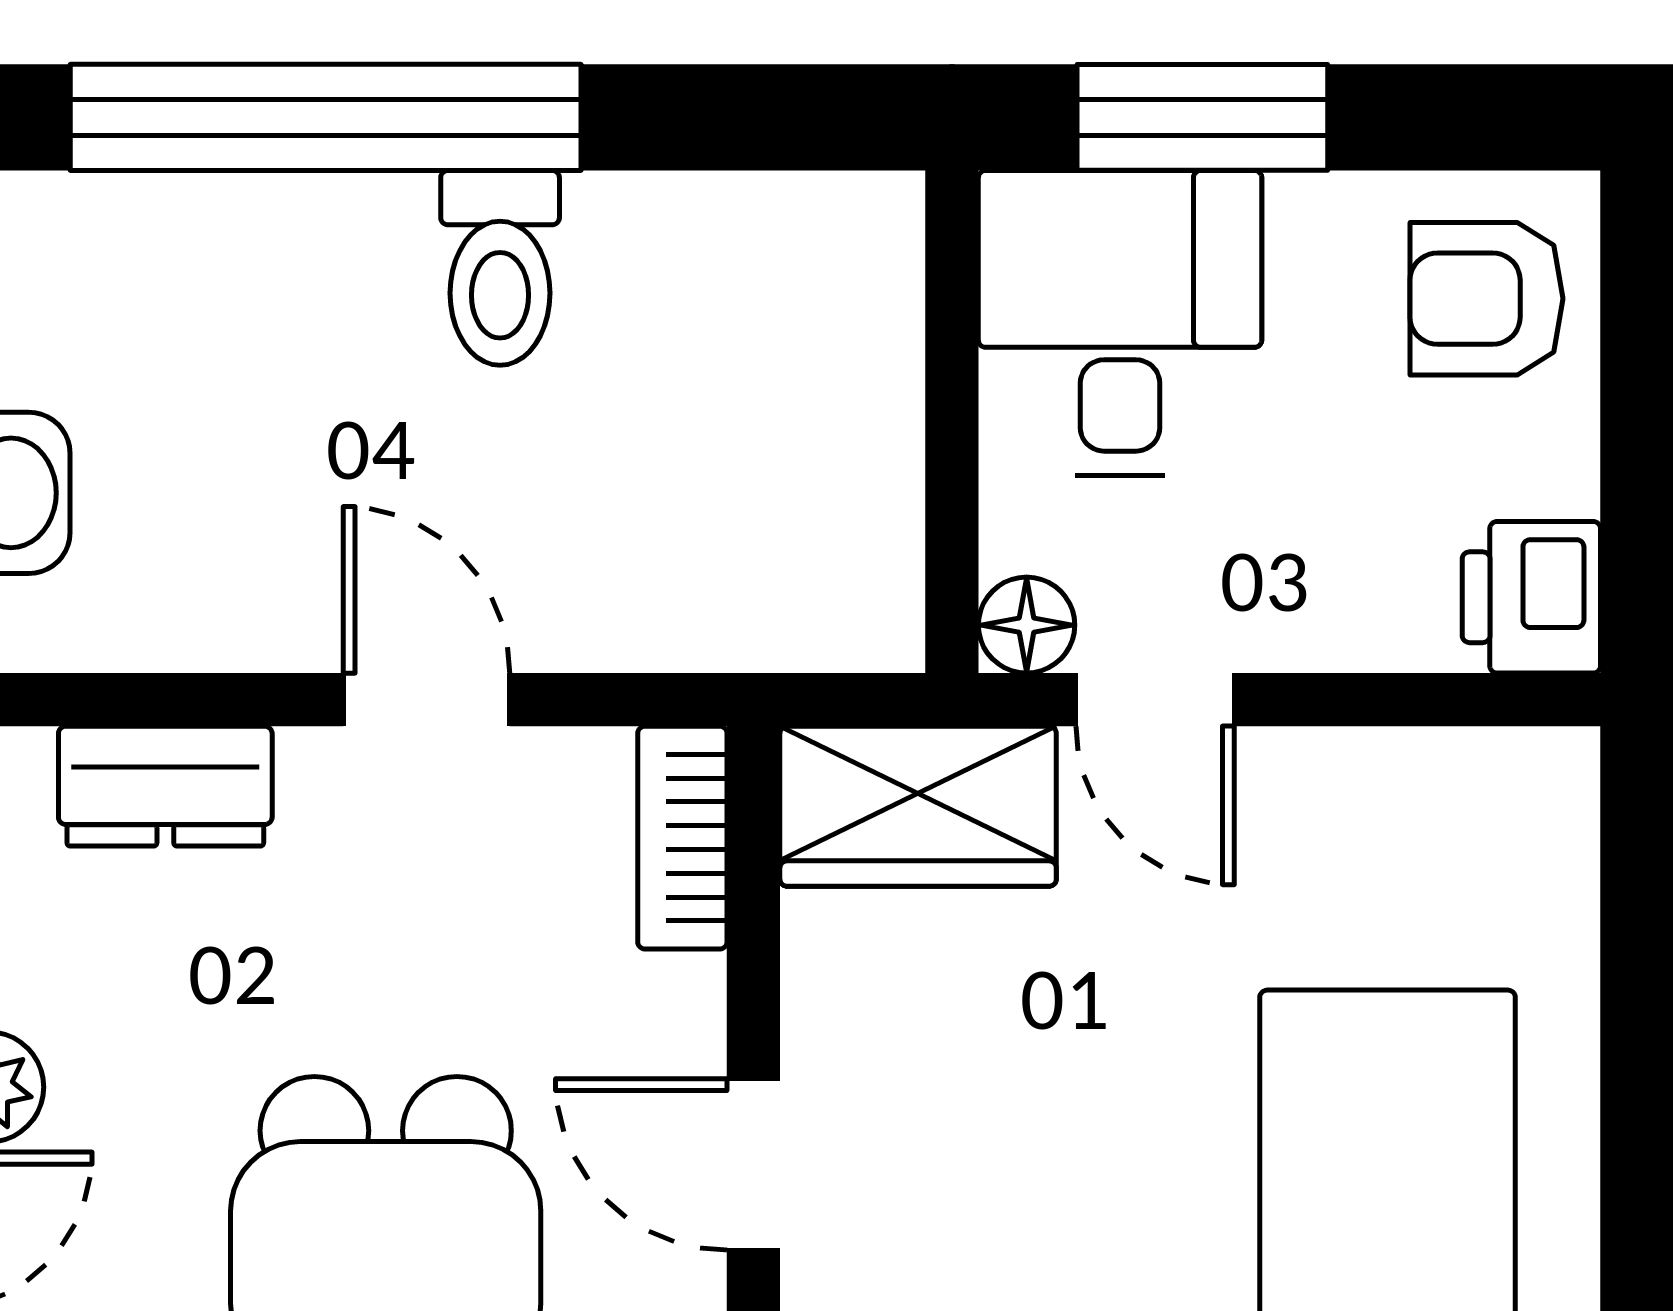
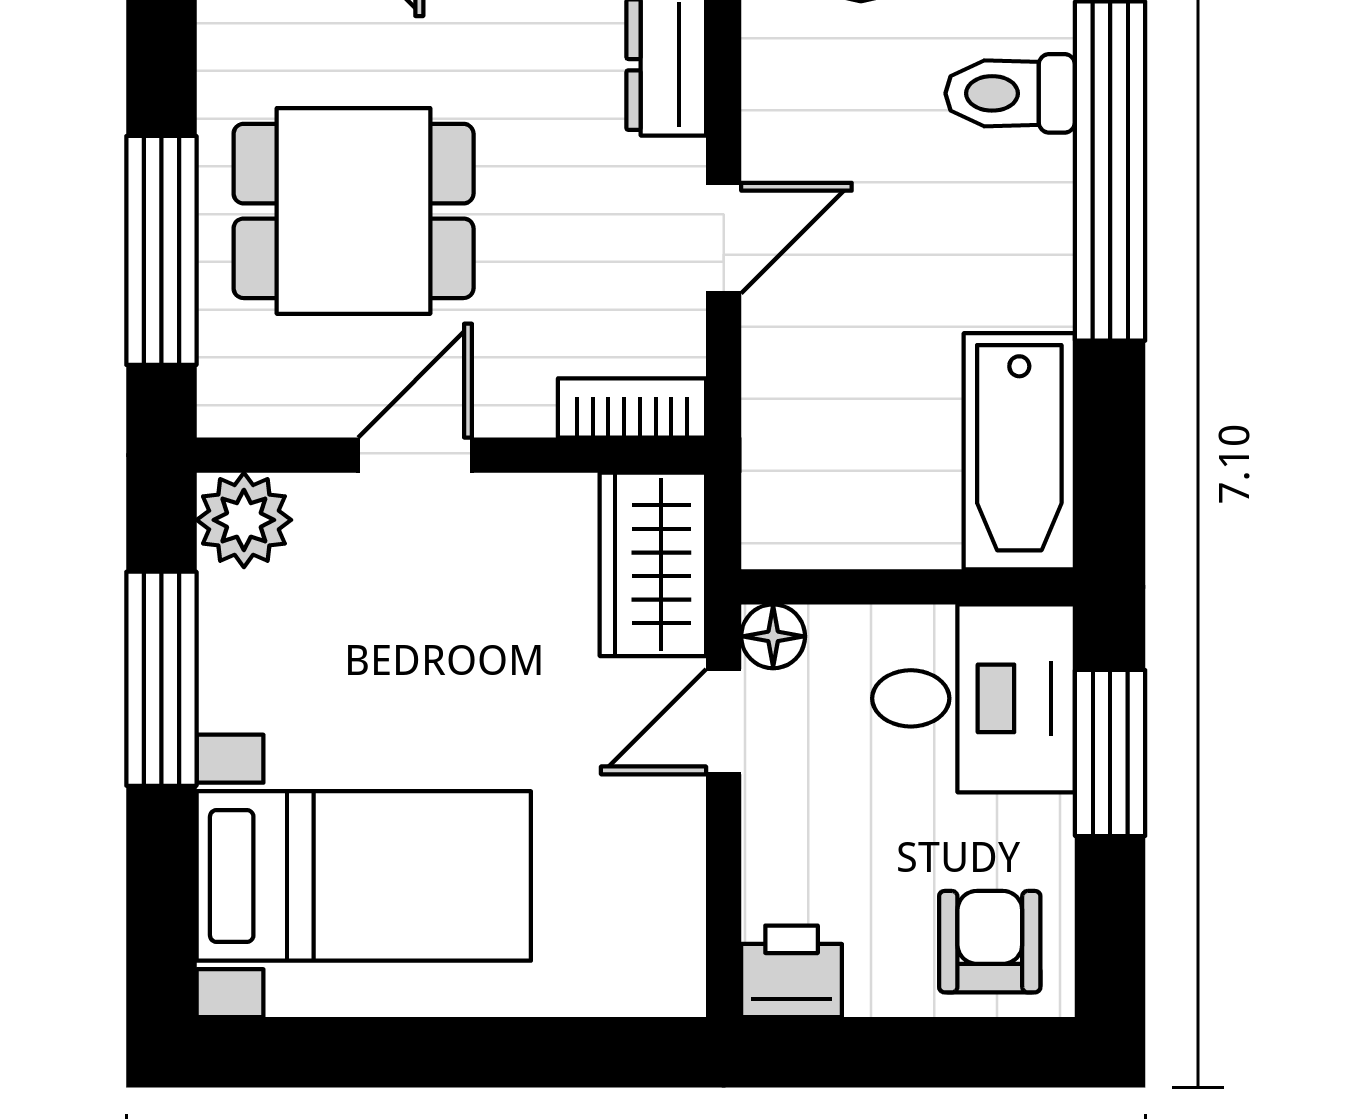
bathtub: (748, 254) -> (1019, 451), added
toilet: (500, 268) -> (1010, 93), moved

